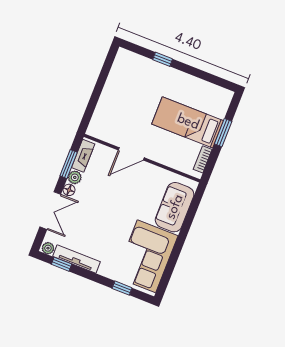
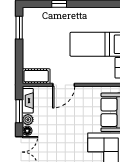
window: (106, 68) -> (19, 28), added
cot: (104, 131) -> (36, 76), added

